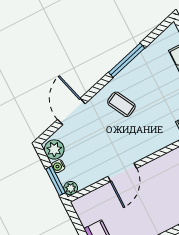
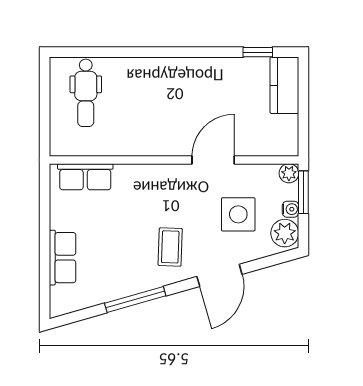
coffee table: (121, 104) -> (170, 247), turned 30
door: (71, 112) -> (219, 275), moved
side table: (89, 146) -> (238, 214), added

